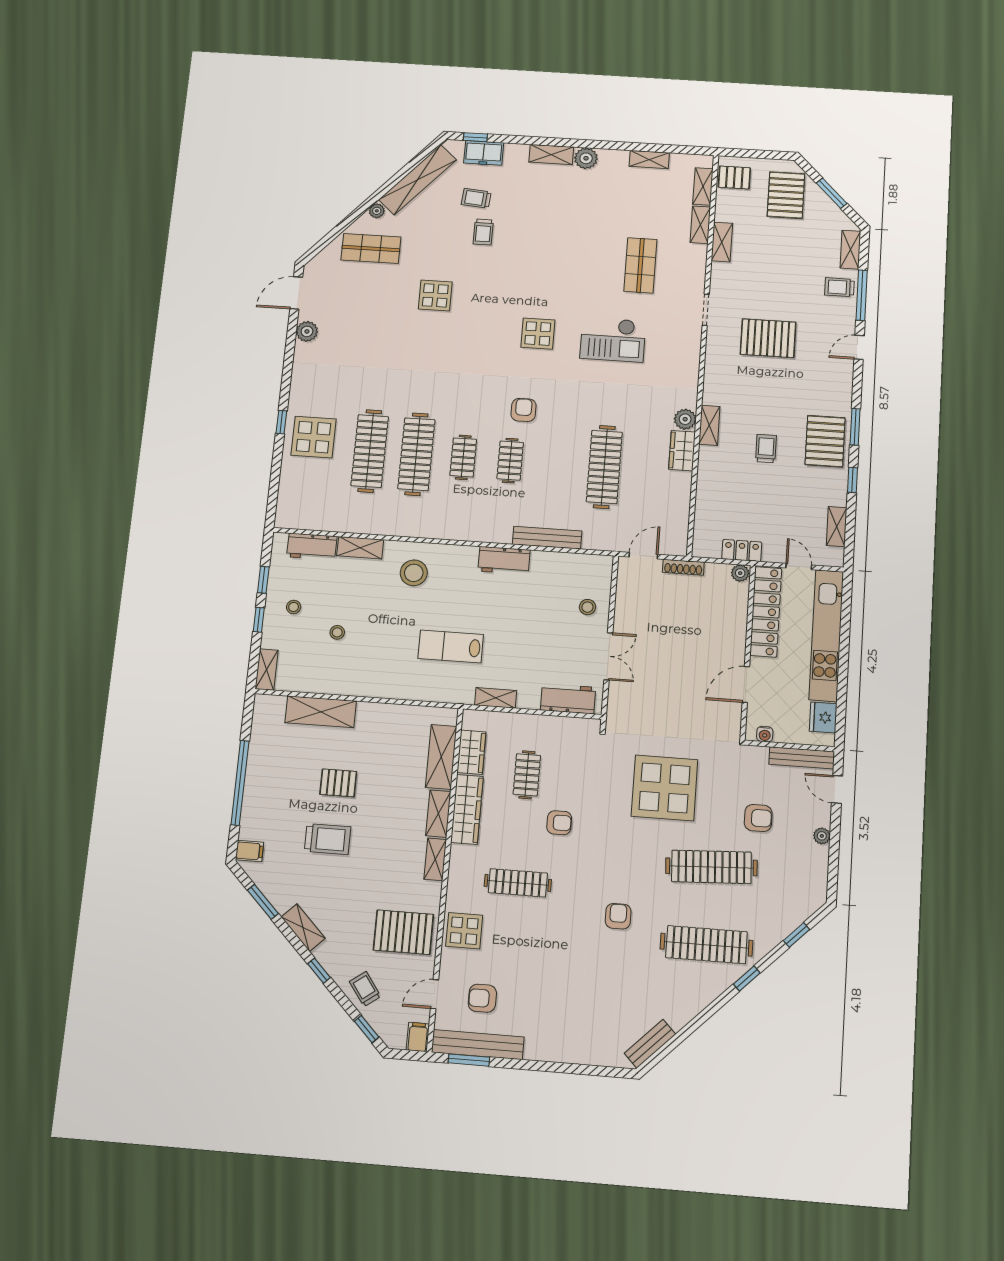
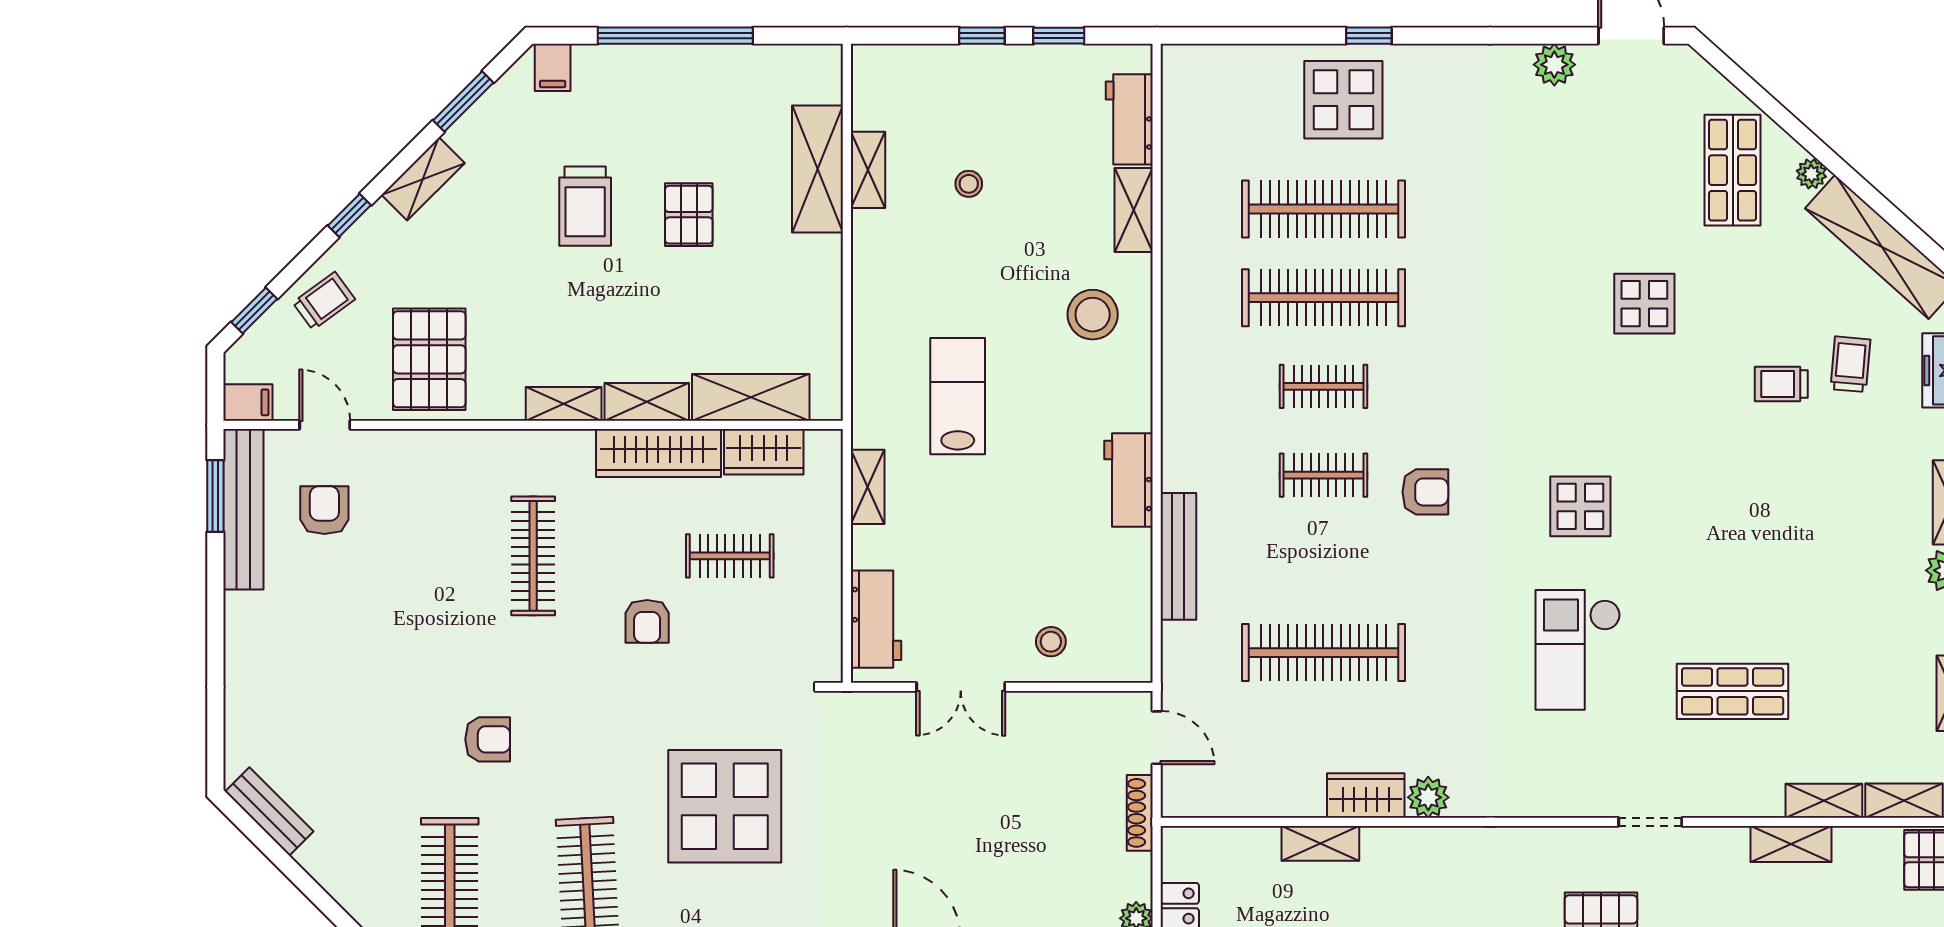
shelving: (709, 425) -> (1320, 843), moved
stool: (294, 607) -> (1011, 98), removed
shelving: (267, 670) -> (868, 170), moved, turned 90
display table: (464, 931) -> (440, 467), removed

